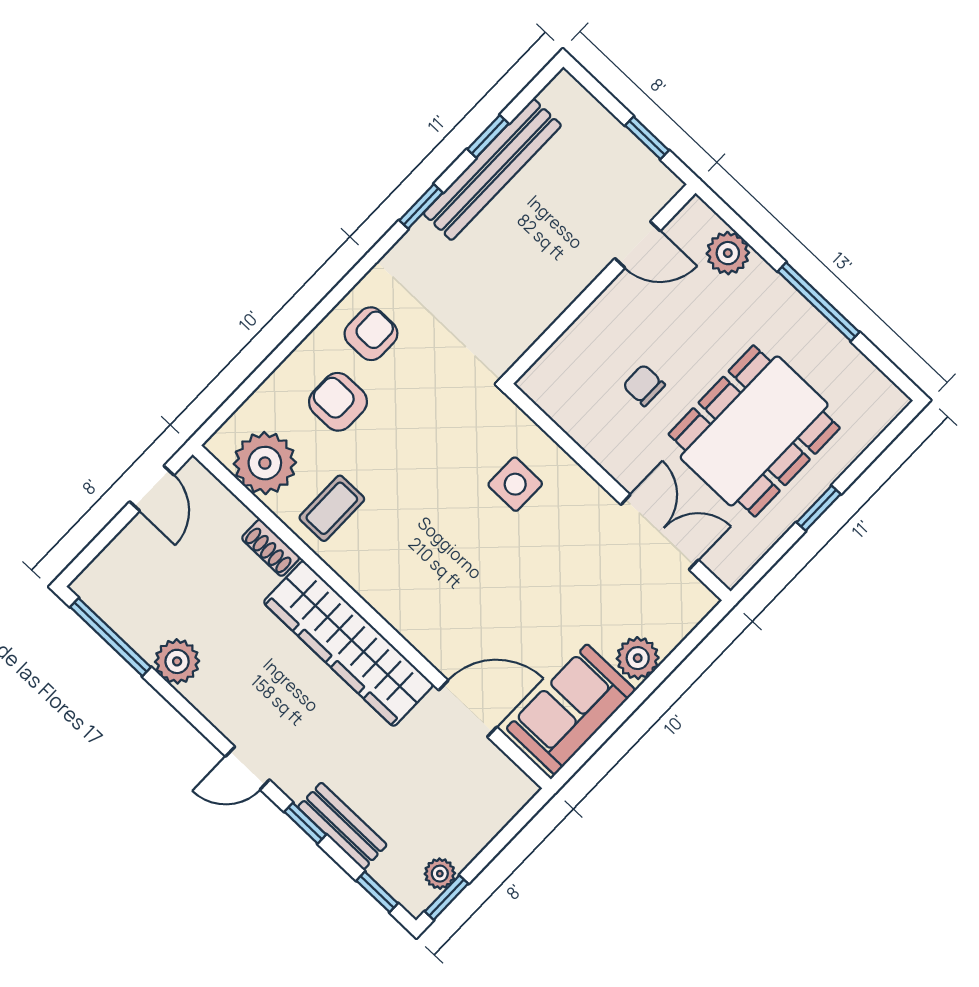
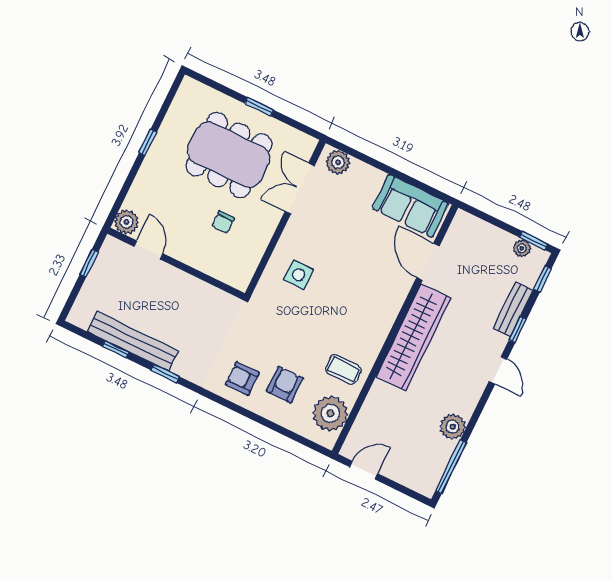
plant: (728, 253) -> (126, 222), moved
window: (819, 302) -> (148, 142), width x0.46
armchair: (338, 402) -> (285, 384), turned 180
shoe rack: (271, 548) -> (375, 396), removed
plant: (638, 658) -> (338, 162), moved

